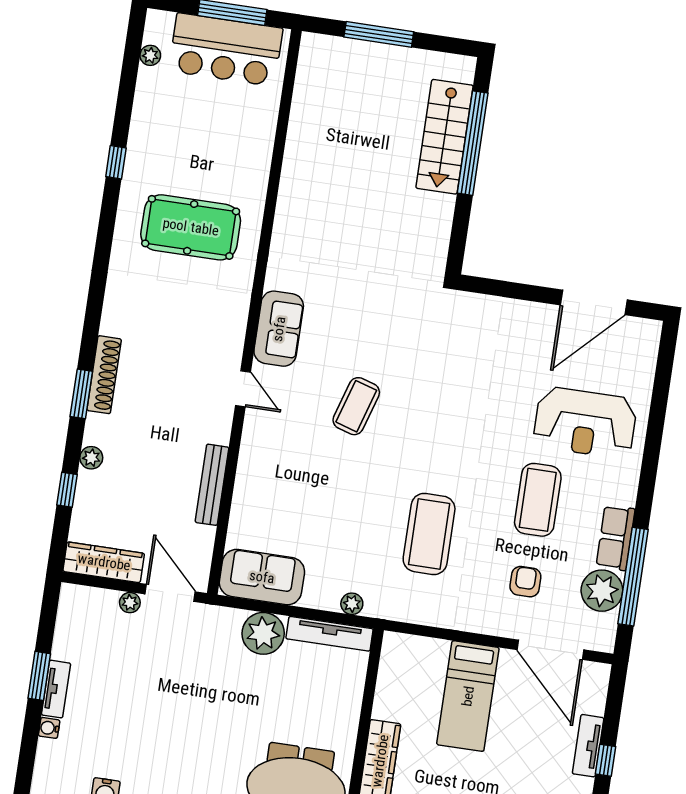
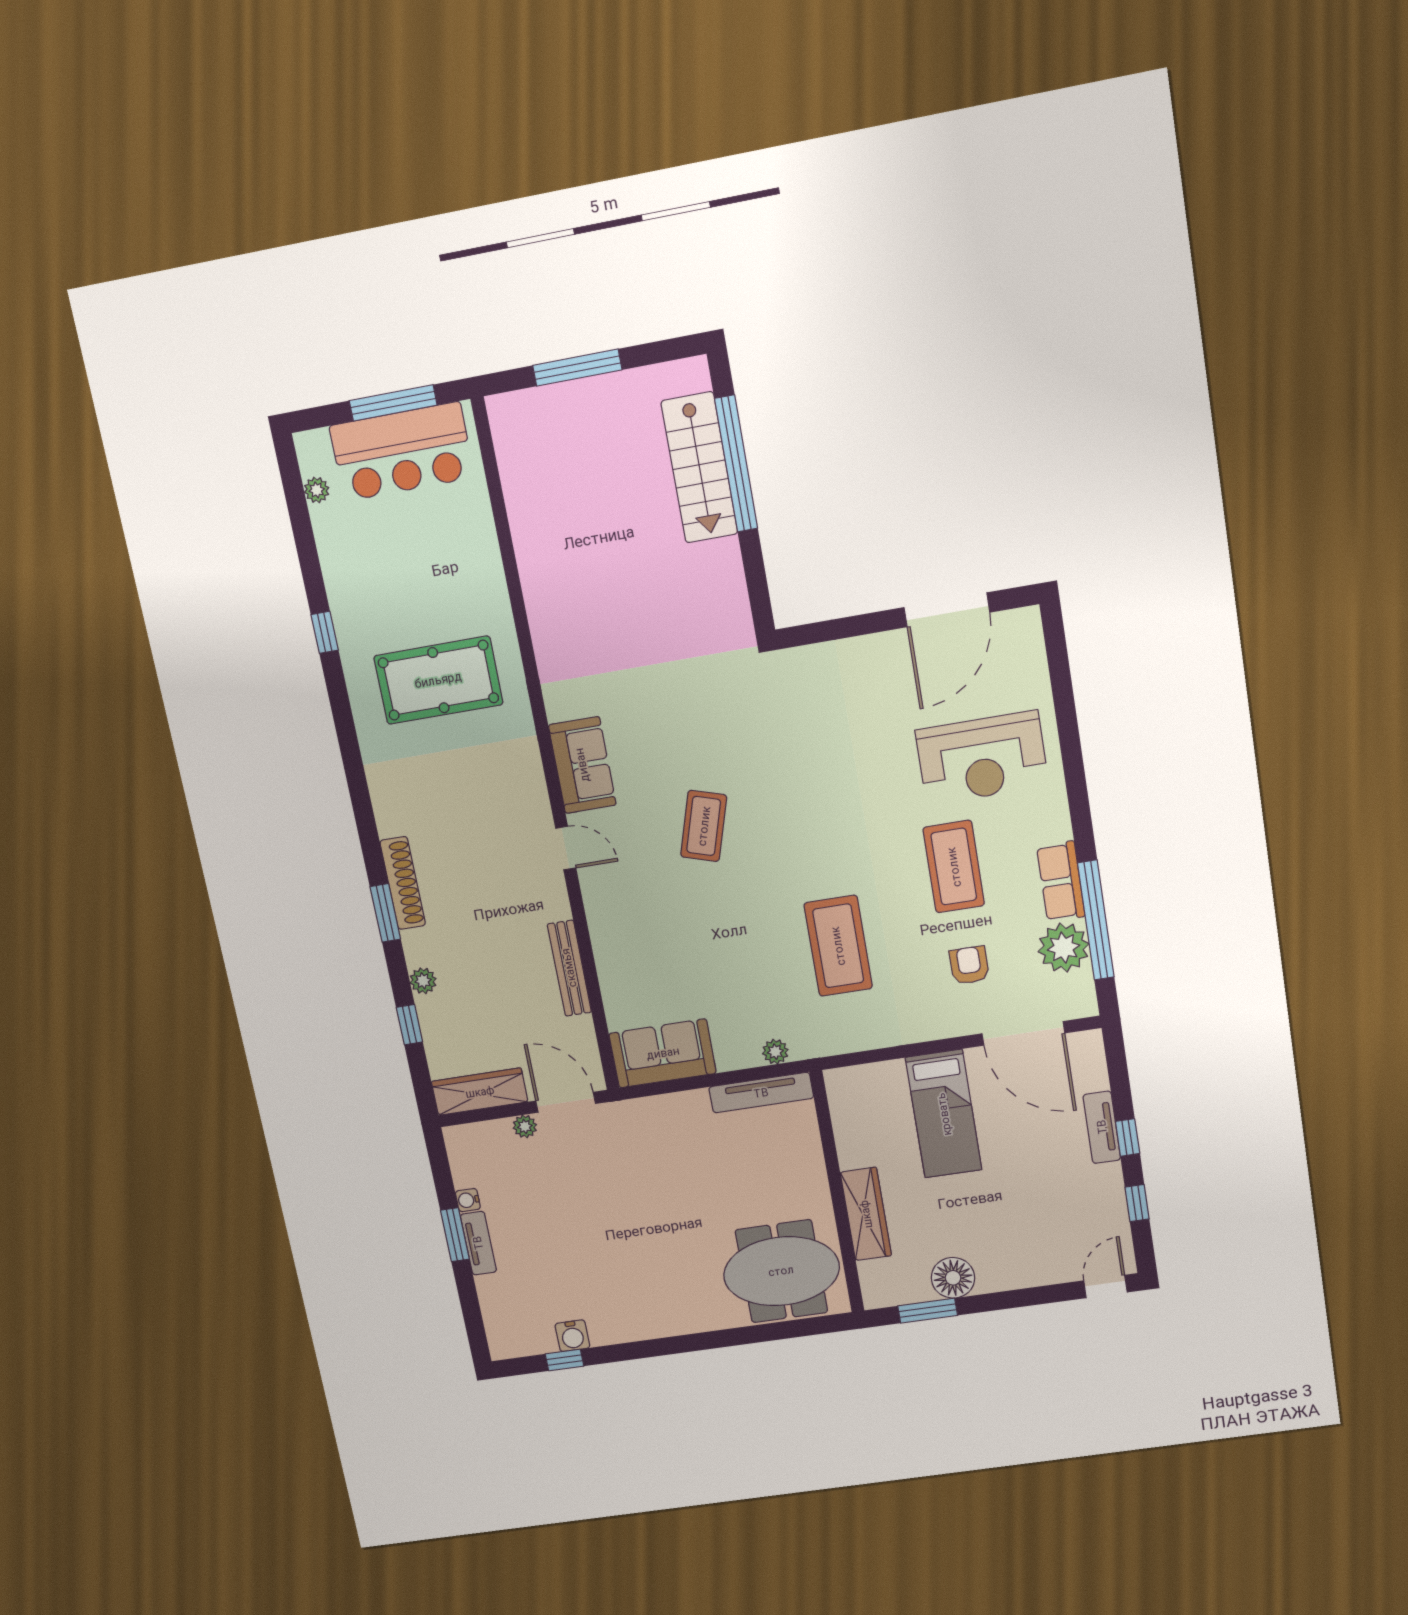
plant: (263, 633) -> (686, 1115), removed
water cooler: (49, 728) -> (468, 1200), moved

